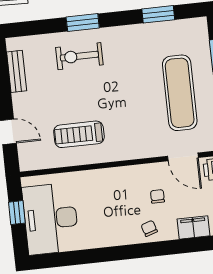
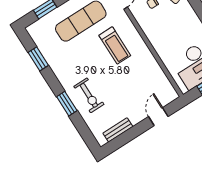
treadmill: (79, 134) -> (115, 45), moved

